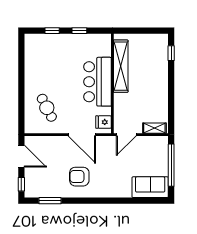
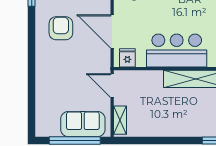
door: (82, 135) -> (112, 31), hinge flipped
sofa: (150, 187) -> (83, 124), moved, turned -90

